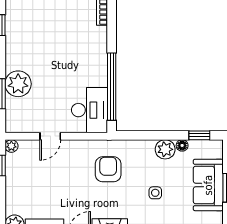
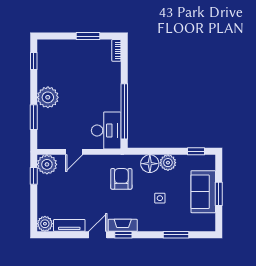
plant: (18, 84) -> (48, 97), moved
floor lamp: (182, 145) -> (150, 164), moved, width x1.89, depth x1.89
plant: (11, 146) -> (47, 164), width x1.88, depth x1.88

